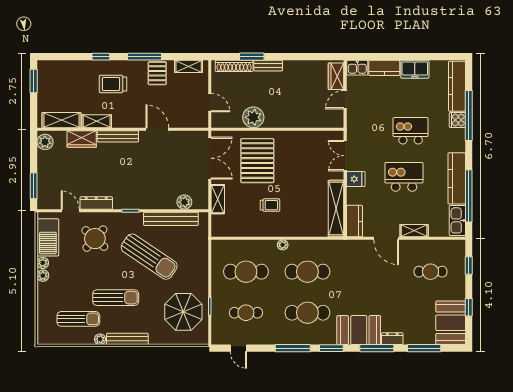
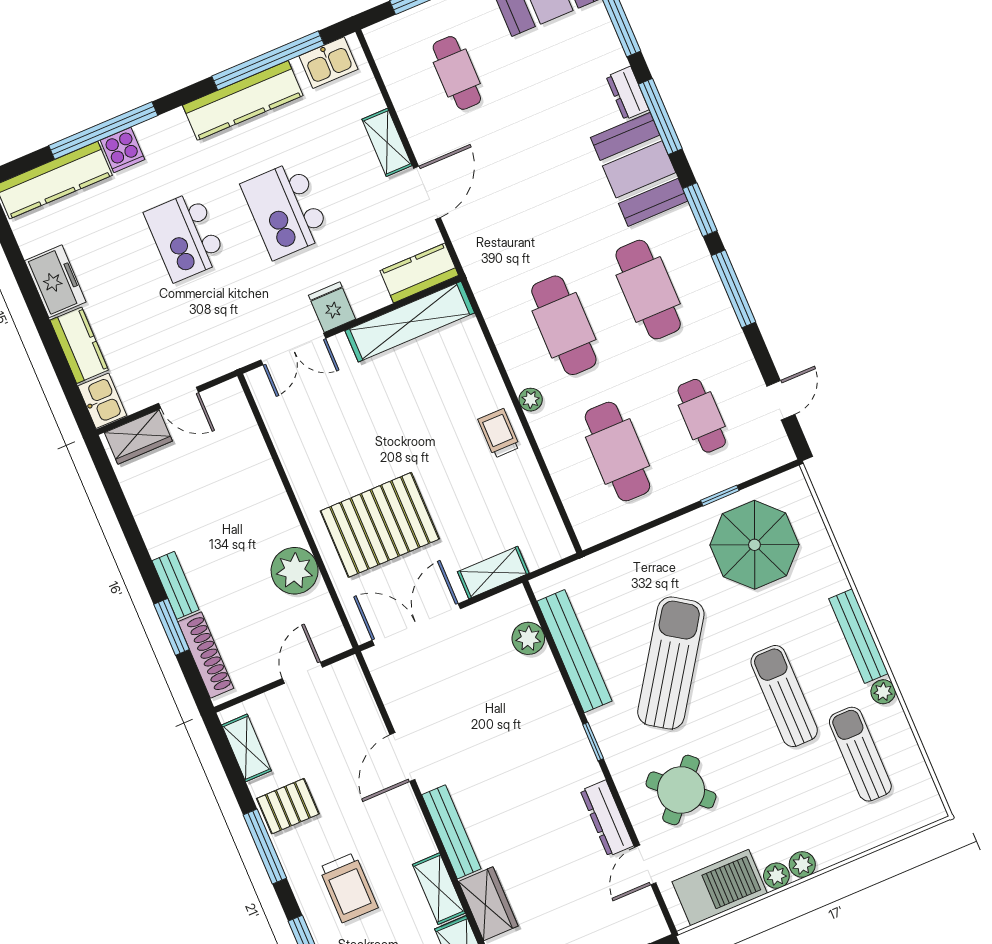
trolley: (270, 205) -> (499, 433), moved
kitchen sink: (457, 220) -> (328, 63), width x0.73

